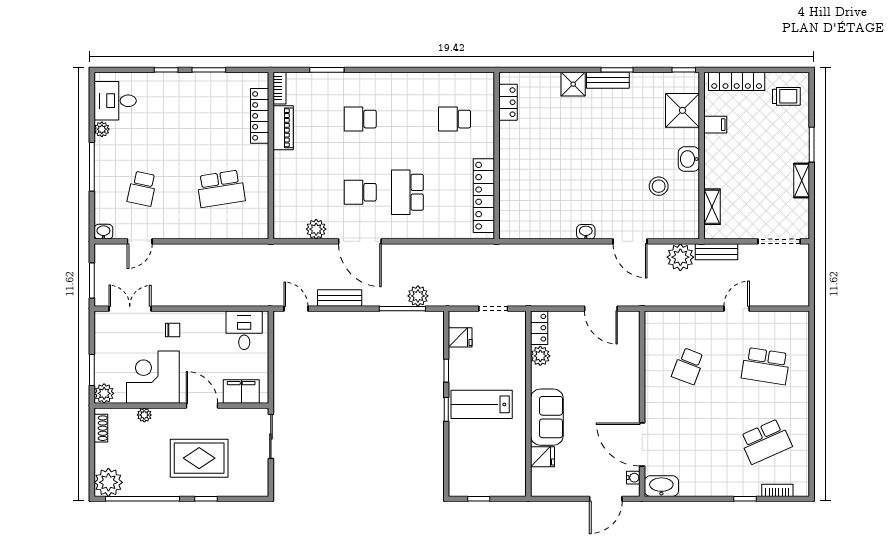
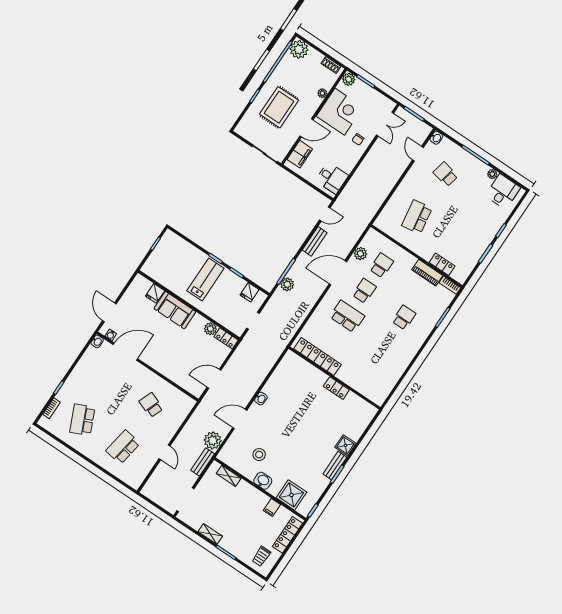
locker: (508, 102) -> (336, 388), moved
locker: (260, 116) -> (442, 264), width x0.66
school desk: (455, 119) -> (381, 265), moved
washbasin: (661, 486) -> (97, 341), width x0.52, depth x0.69

